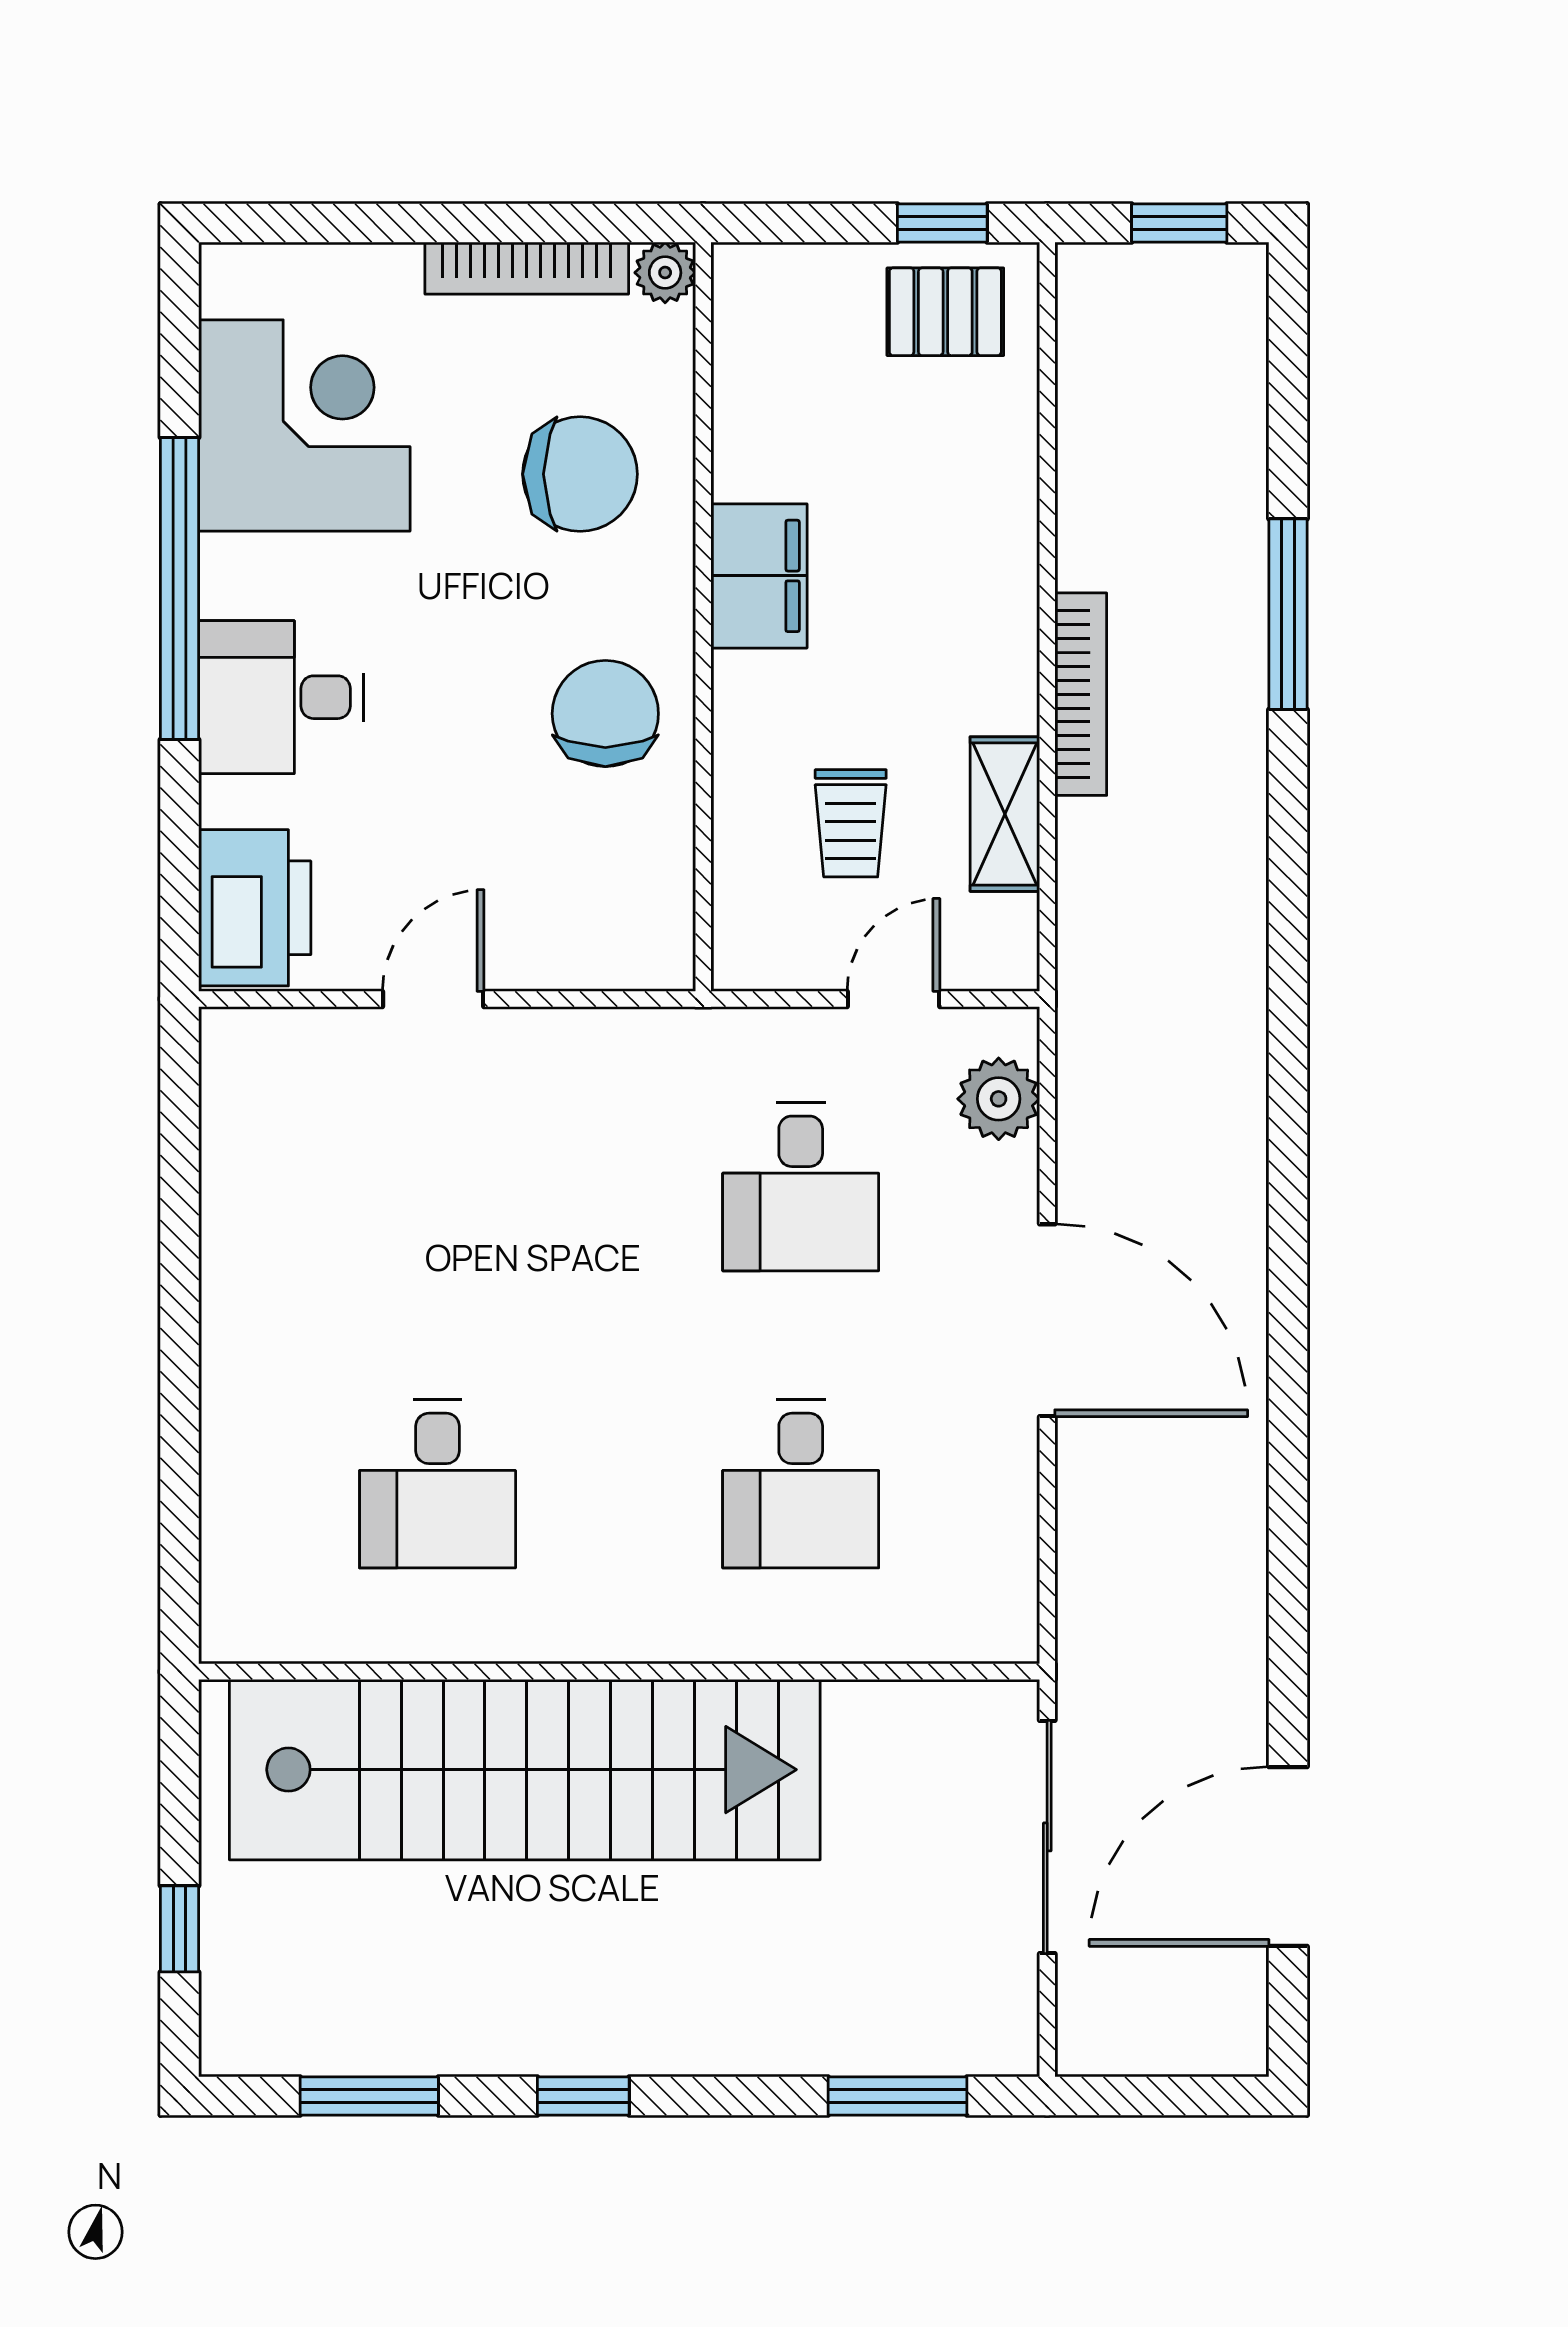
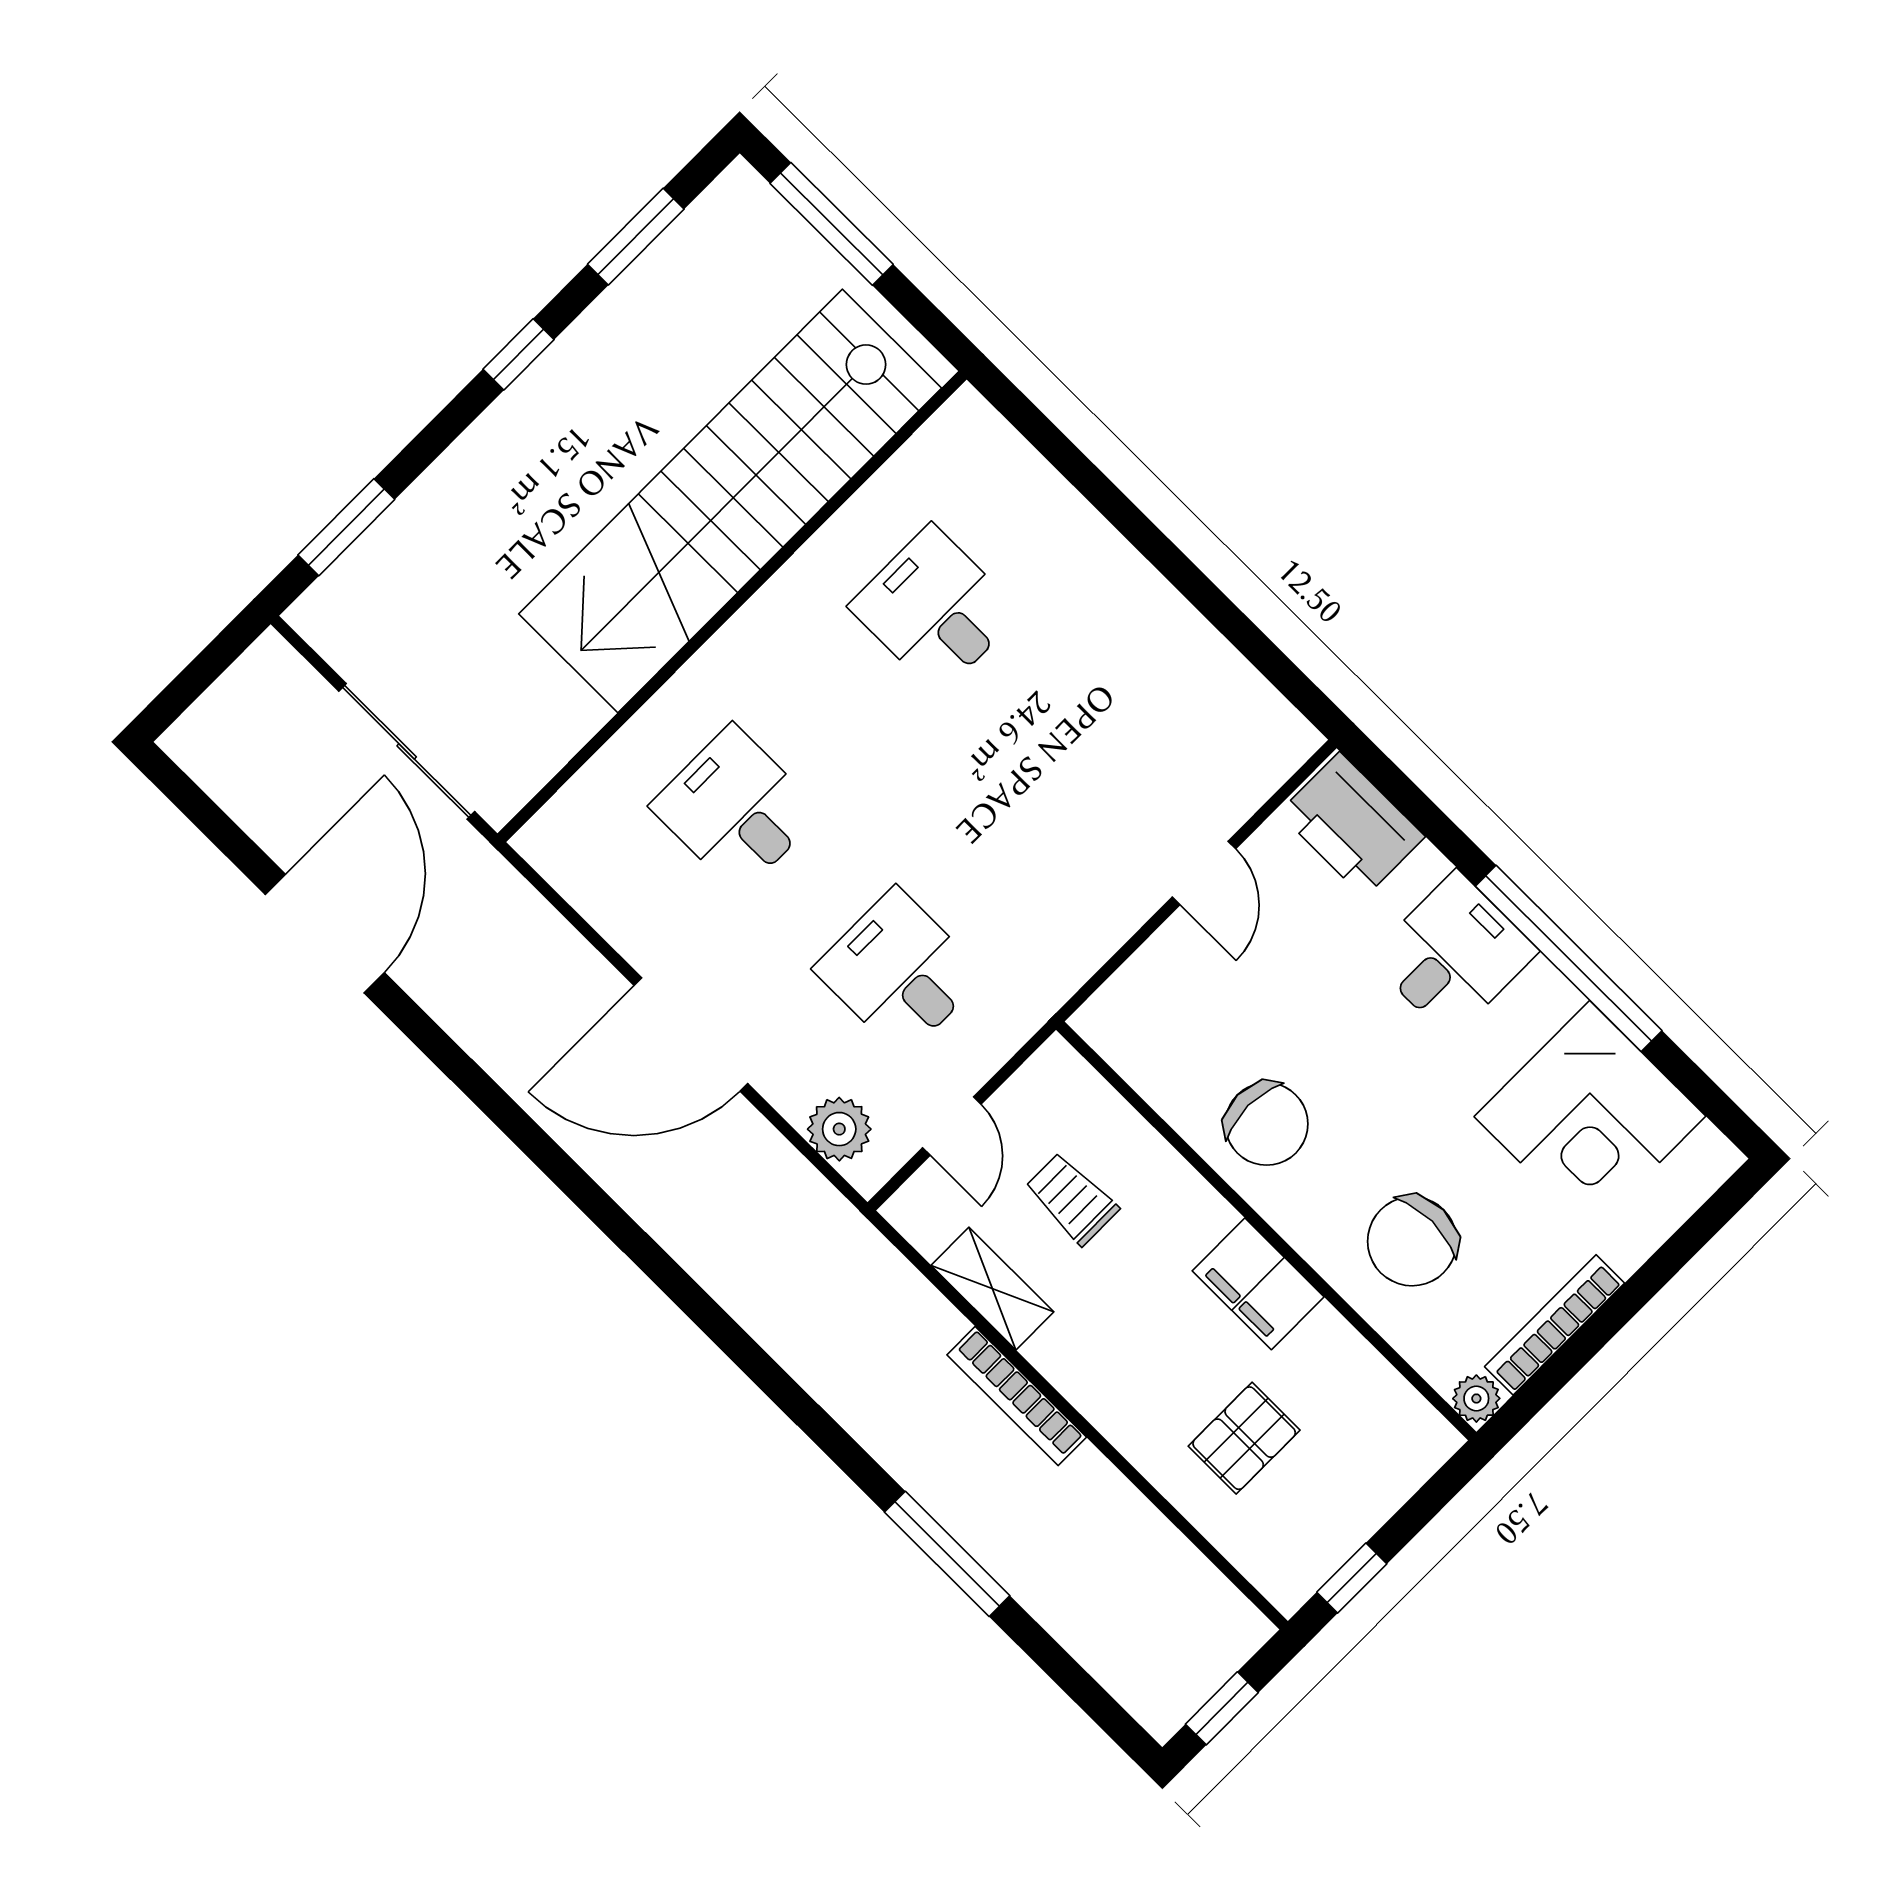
pallet: (945, 312) -> (1244, 1438), moved
door: (1288, 1856) -> (325, 934), moved
window: (180, 1929) -> (832, 224), width x2.17

